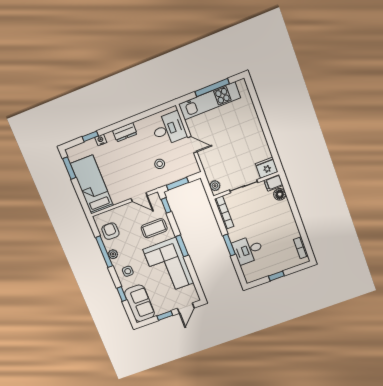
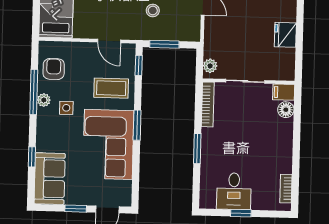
fridge: (267, 168) -> (285, 35), moved, turned -90
desk: (248, 250) -> (234, 191), moved, turned -90
side table: (128, 271) -> (66, 108), moved

